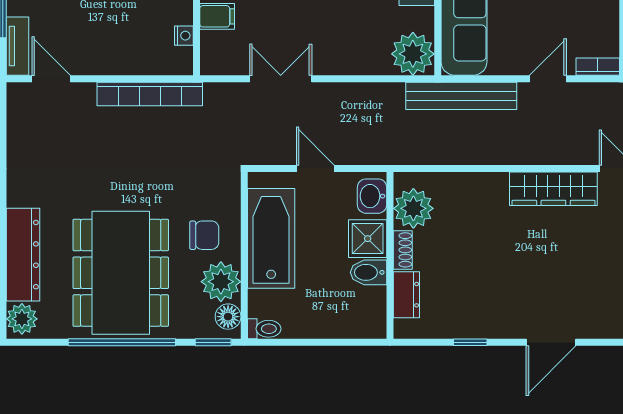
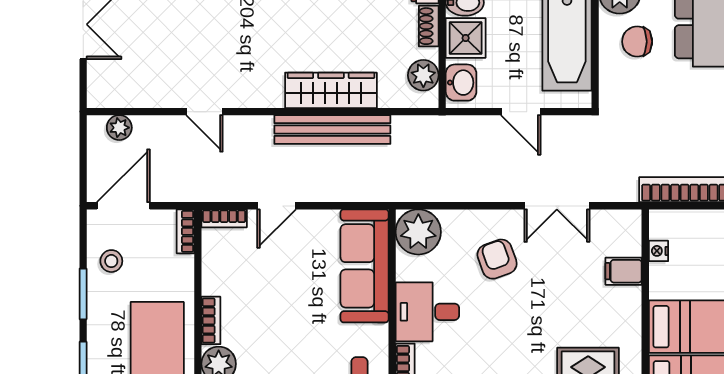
armchair: (338, 28) -> (497, 259), added
bench: (461, 96) -> (332, 130), moved
wardrobe: (553, 189) -> (331, 90), moved
plant: (413, 208) -> (423, 75), width x0.73, depth x0.73

